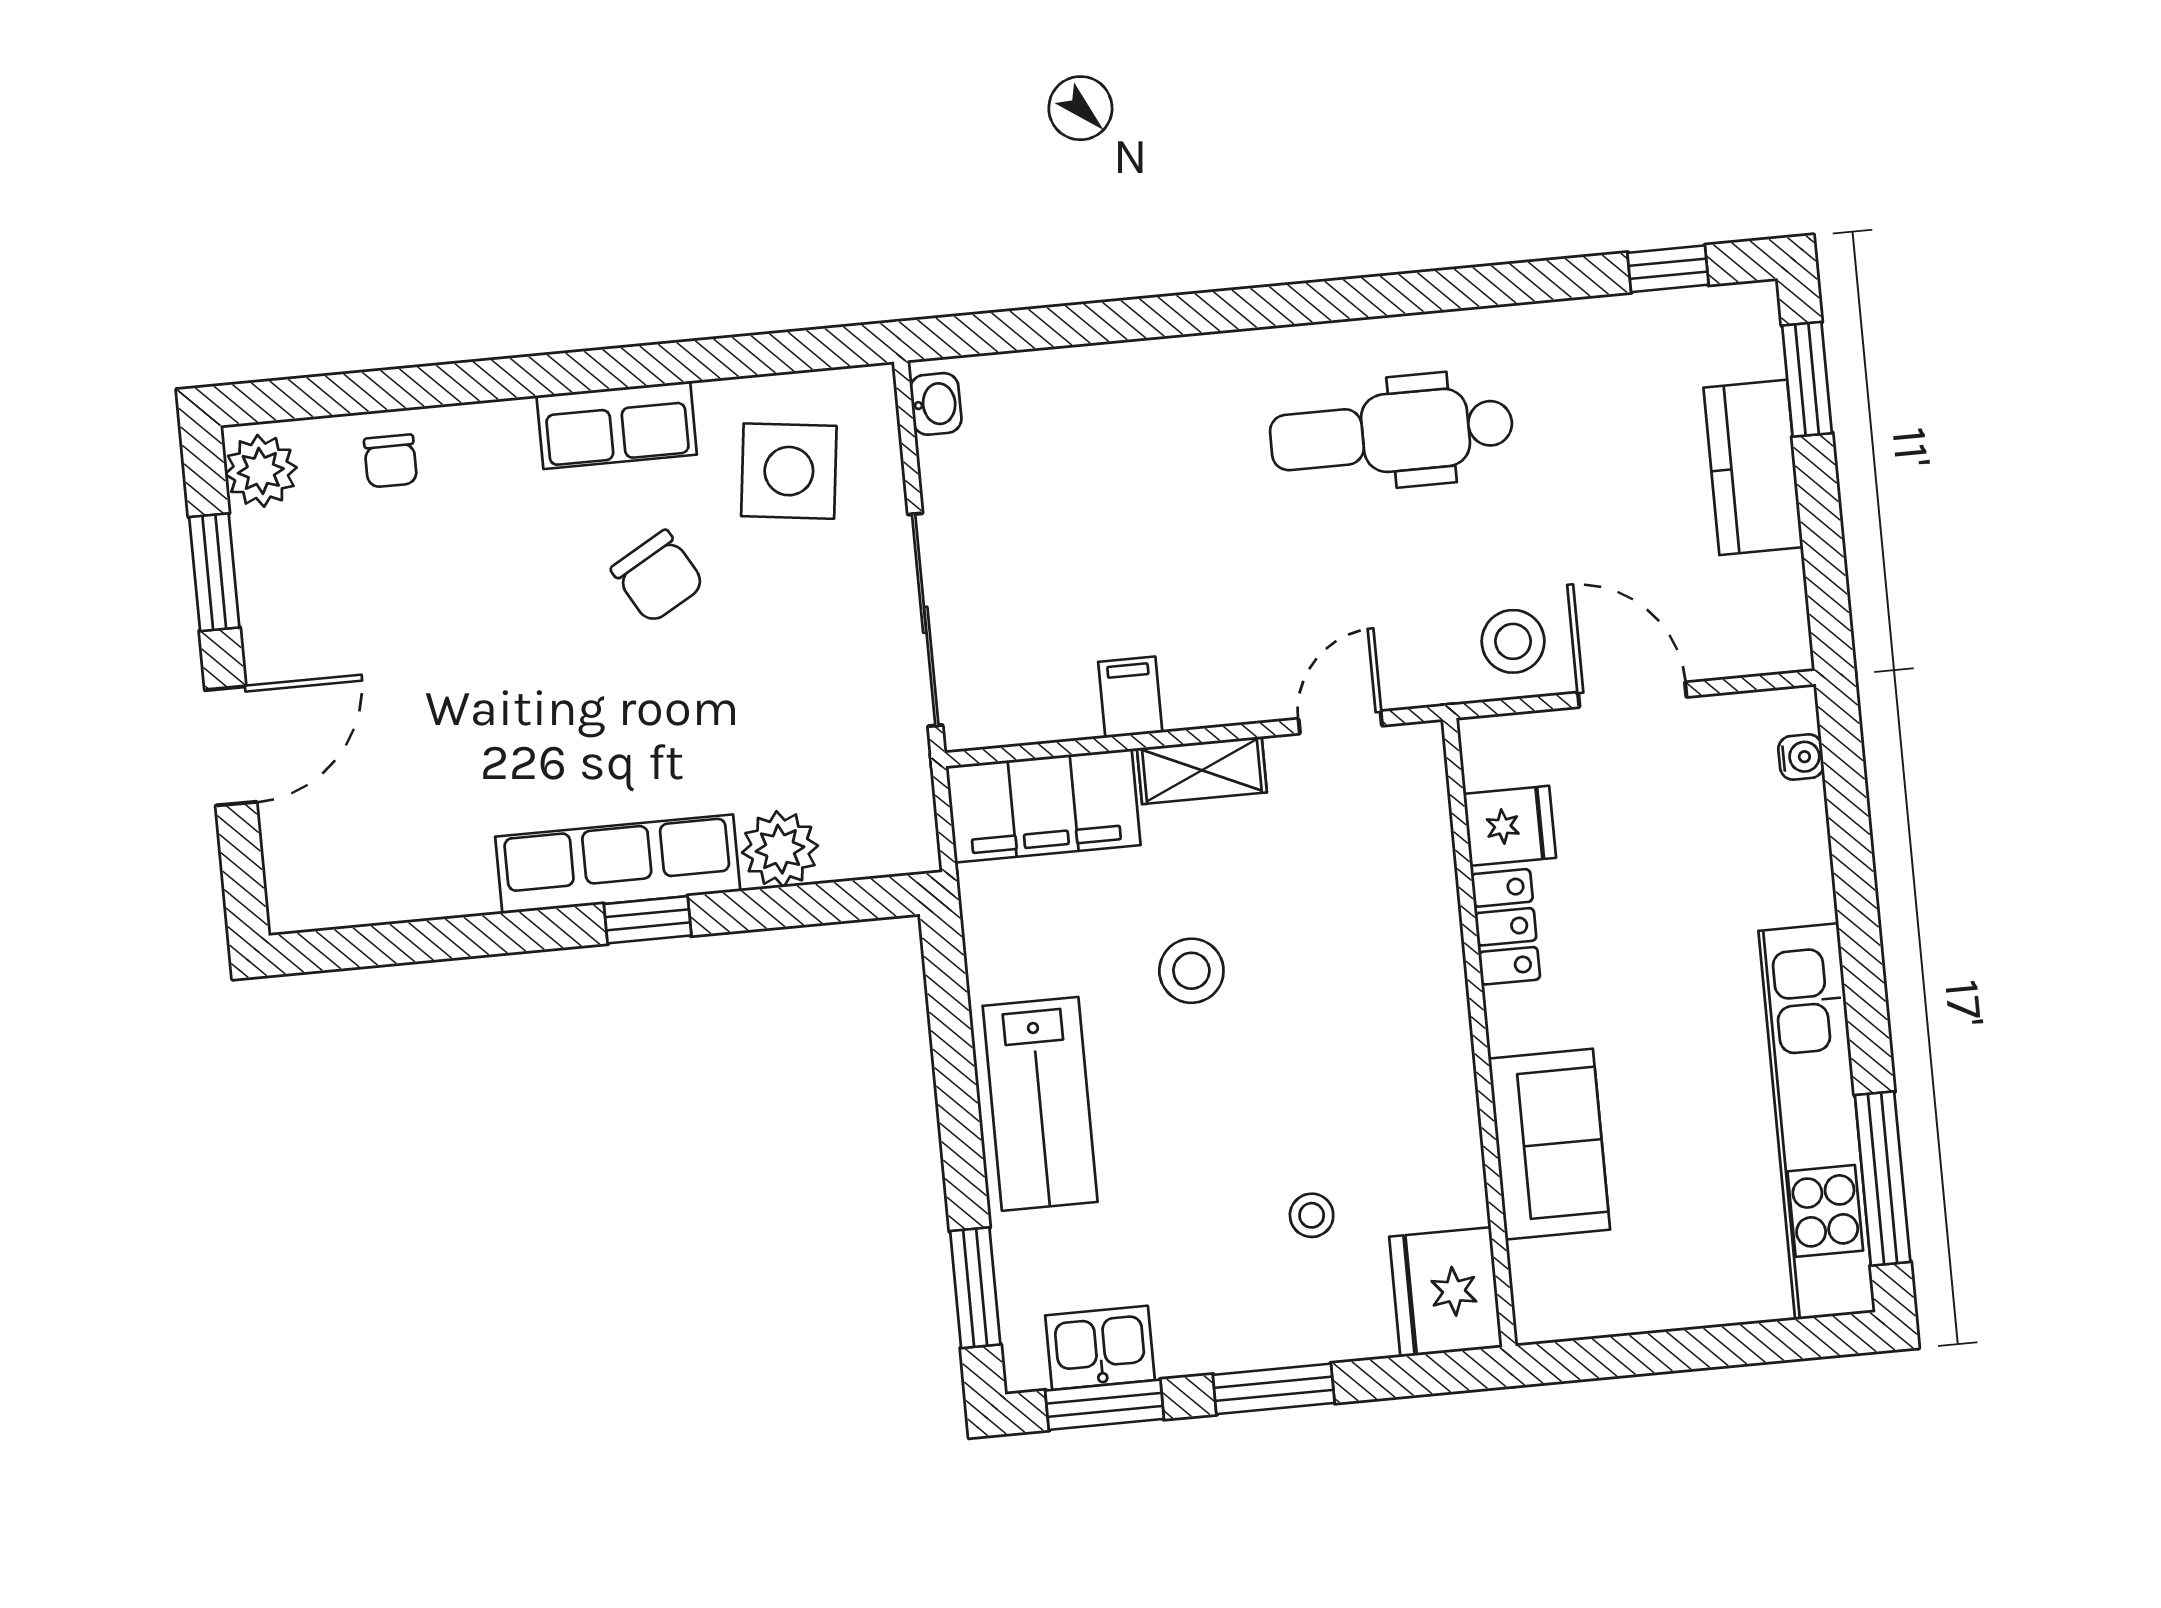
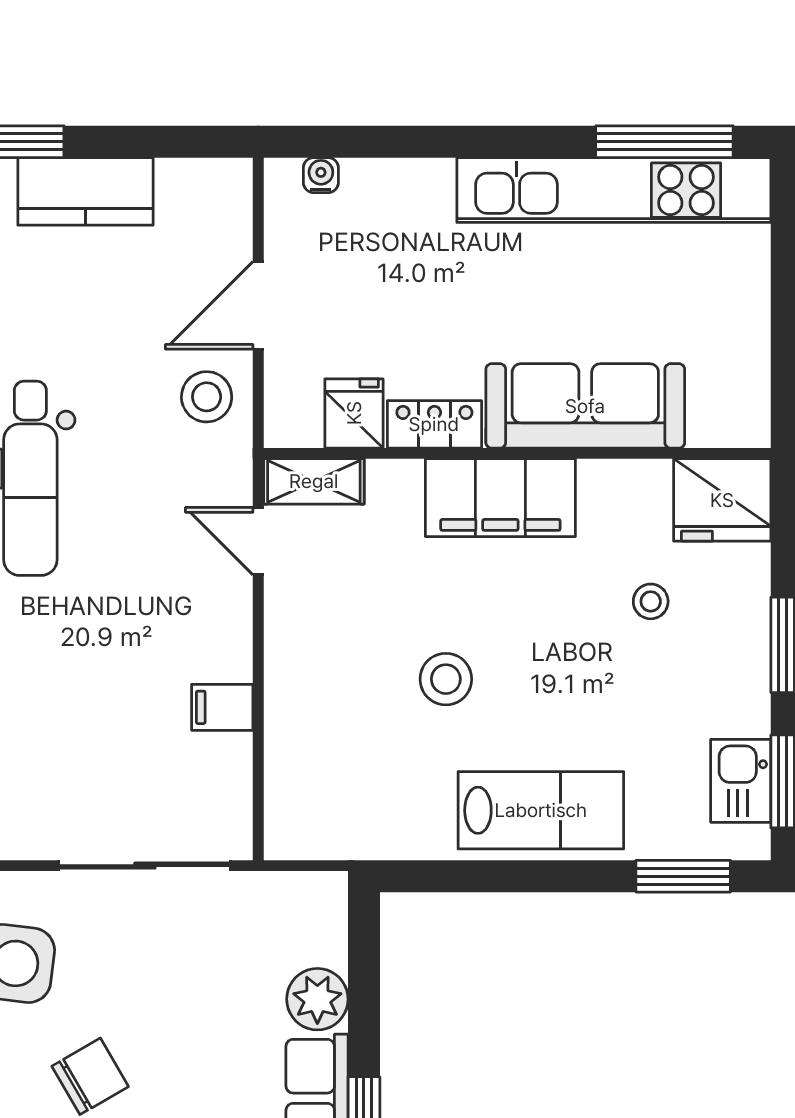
shelving: (1202, 770) -> (314, 481), moved, turned 90
filing cabinet: (1043, 806) -> (500, 498), moved, turned 90
sofa: (1549, 1144) -> (585, 406), width x1.36

